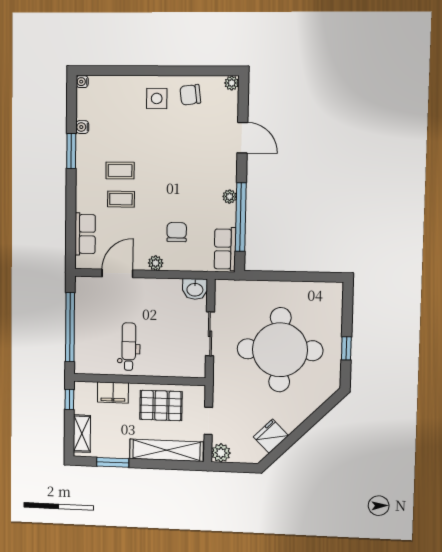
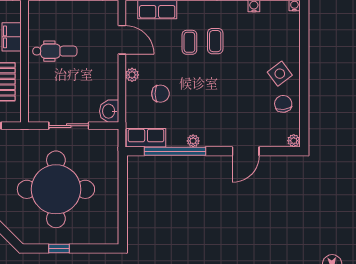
side table: (157, 98) -> (280, 74), turned -37

